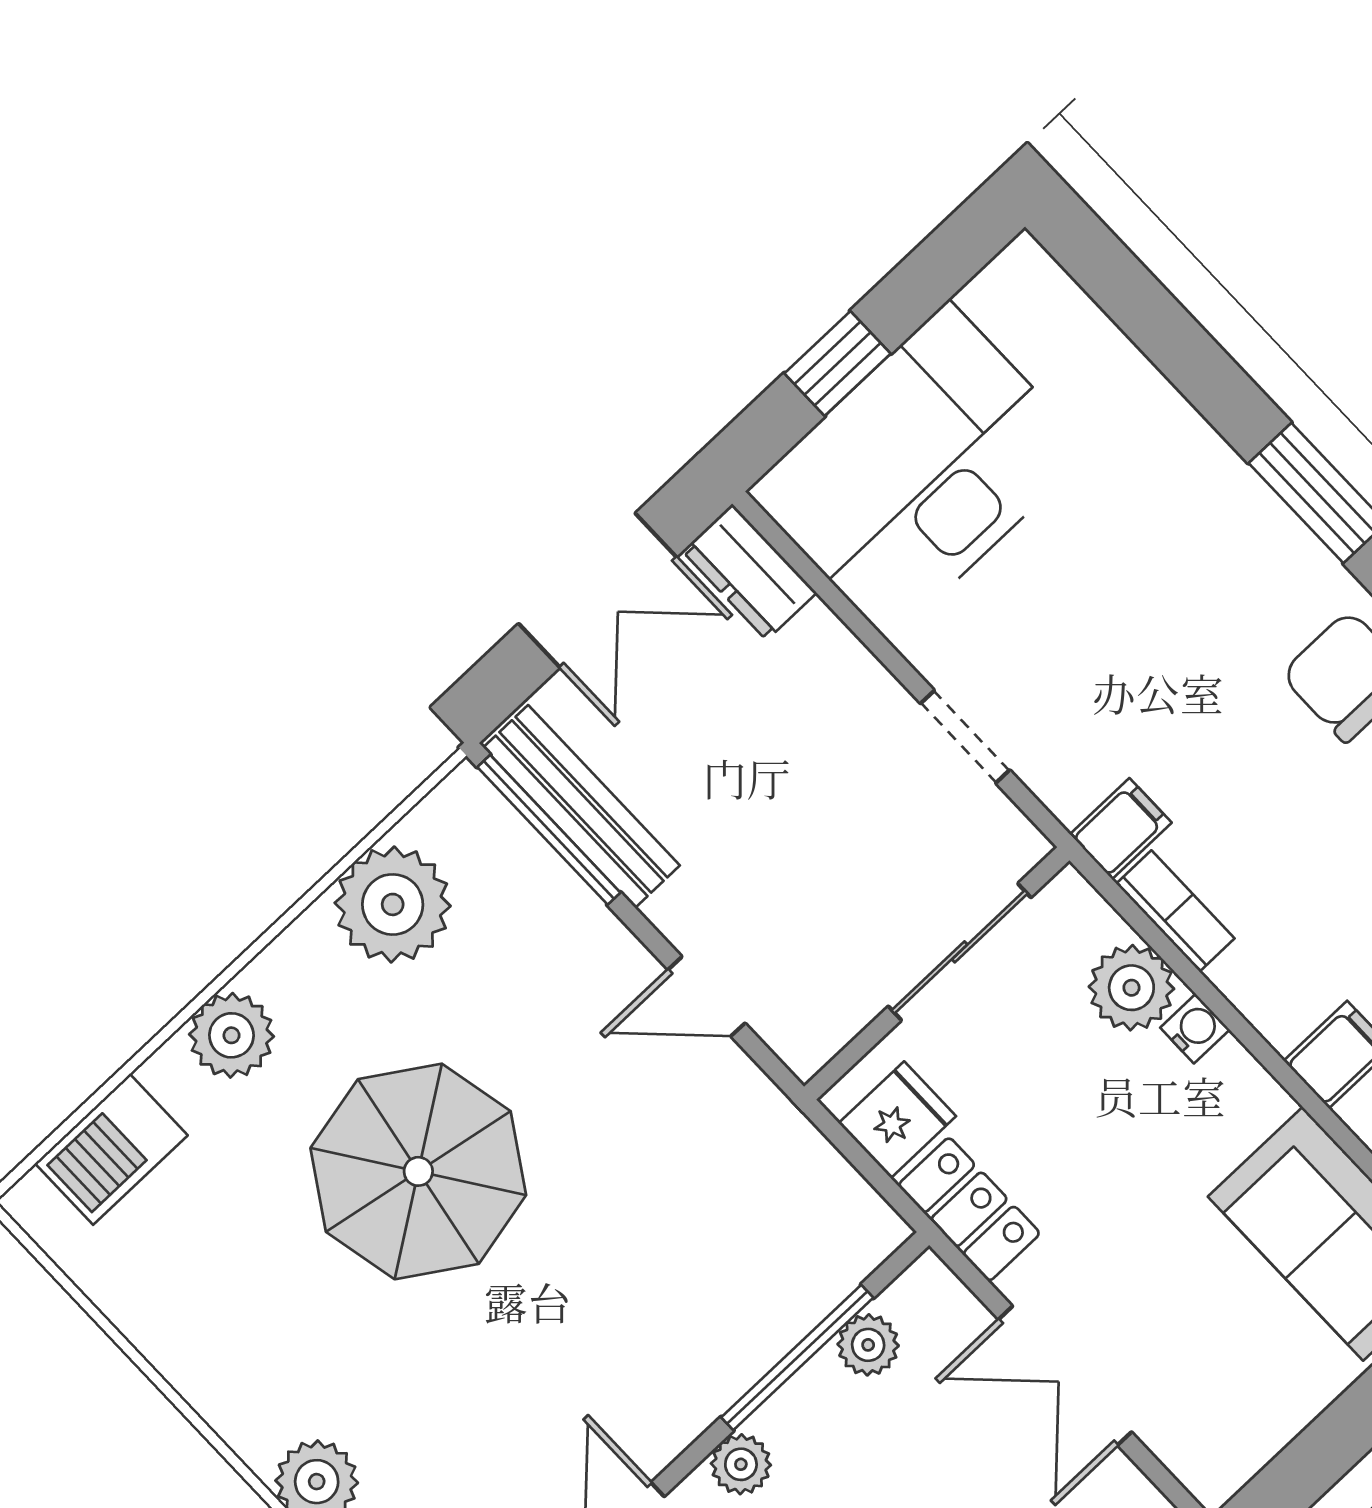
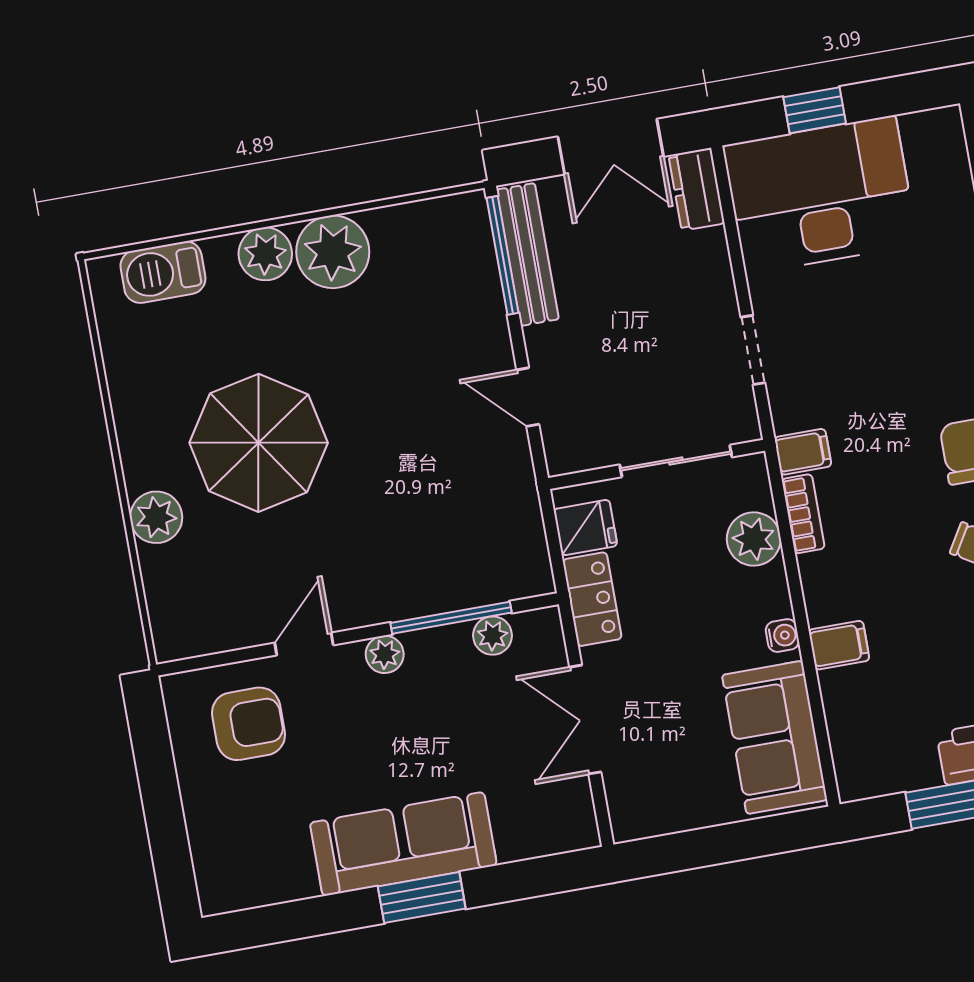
plant: (393, 904) -> (333, 252), moved
water cooler: (1195, 1029) -> (782, 636), moved
parasol: (418, 1171) -> (259, 443), moved

